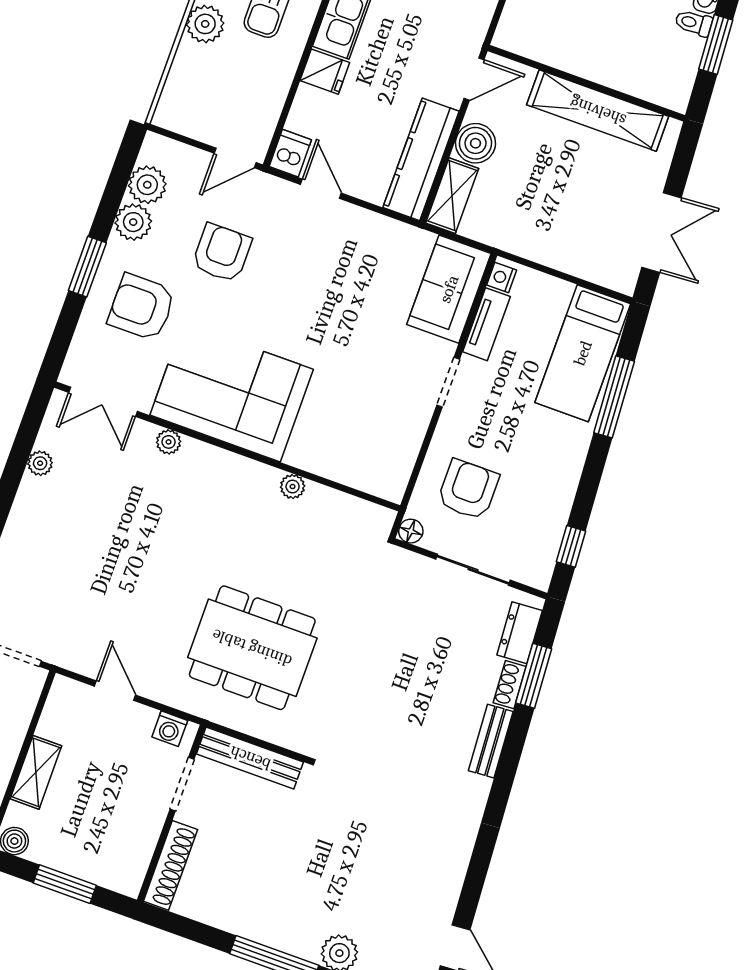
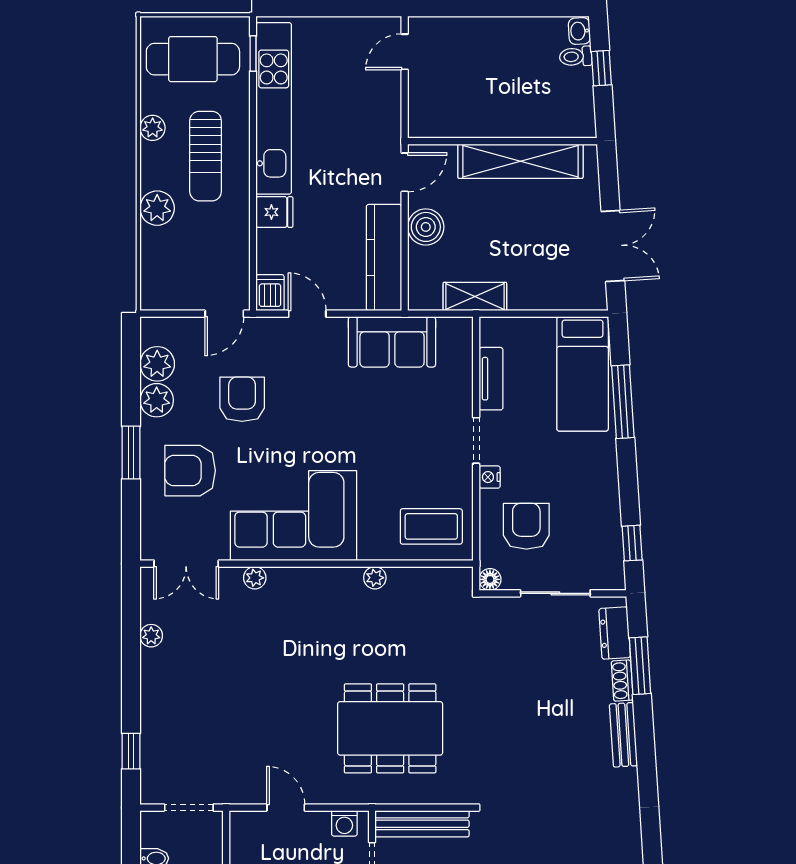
window: (716, 45) -> (601, 68), width x0.67
shelving: (452, 196) -> (475, 296), moved, turned 90
nightstand: (502, 277) -> (490, 477), moved
sofa: (449, 289) -> (392, 342), moved, turned -90
coffee table: (370, 455) -> (431, 526), added

